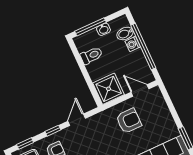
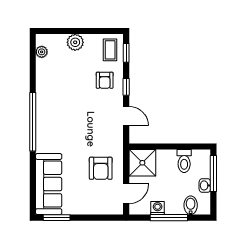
washing machine: (133, 44) -> (158, 208), moved
window: (143, 47) -> (169, 218), width x0.68

